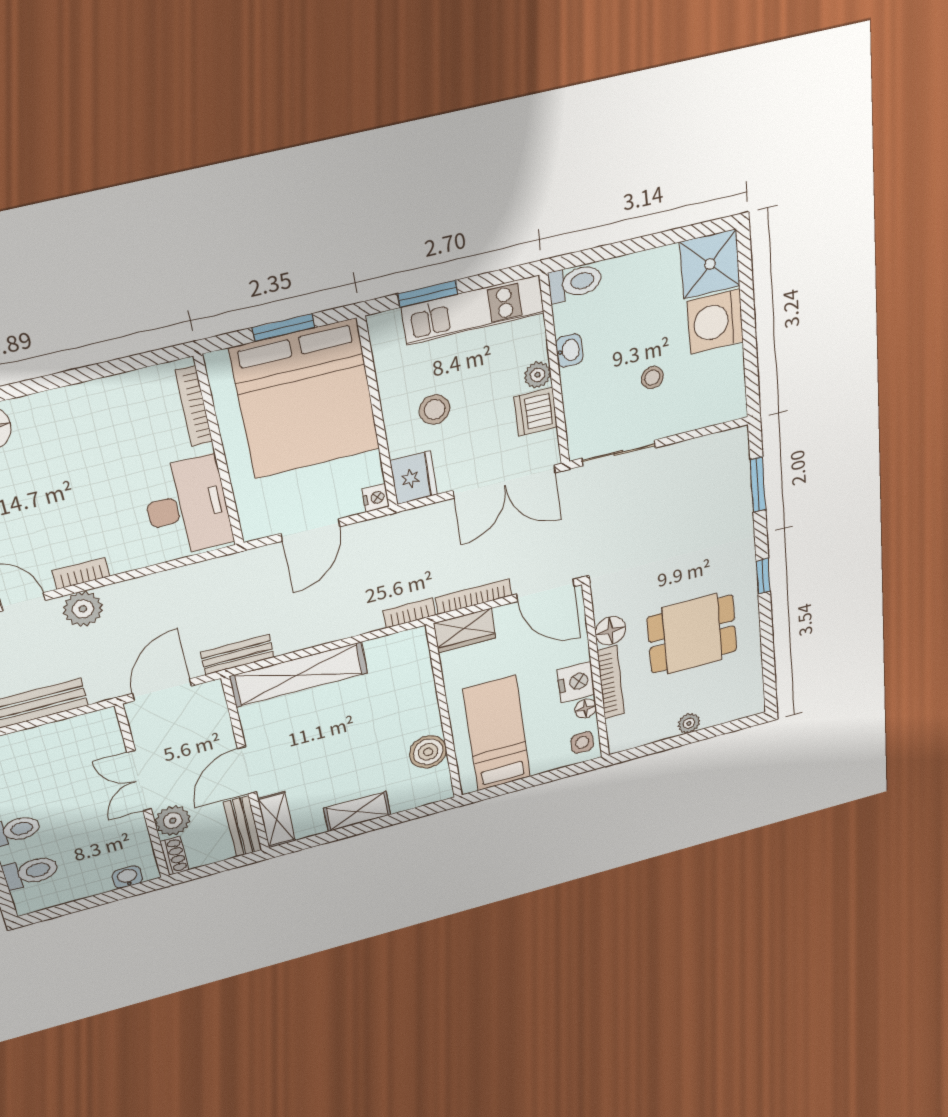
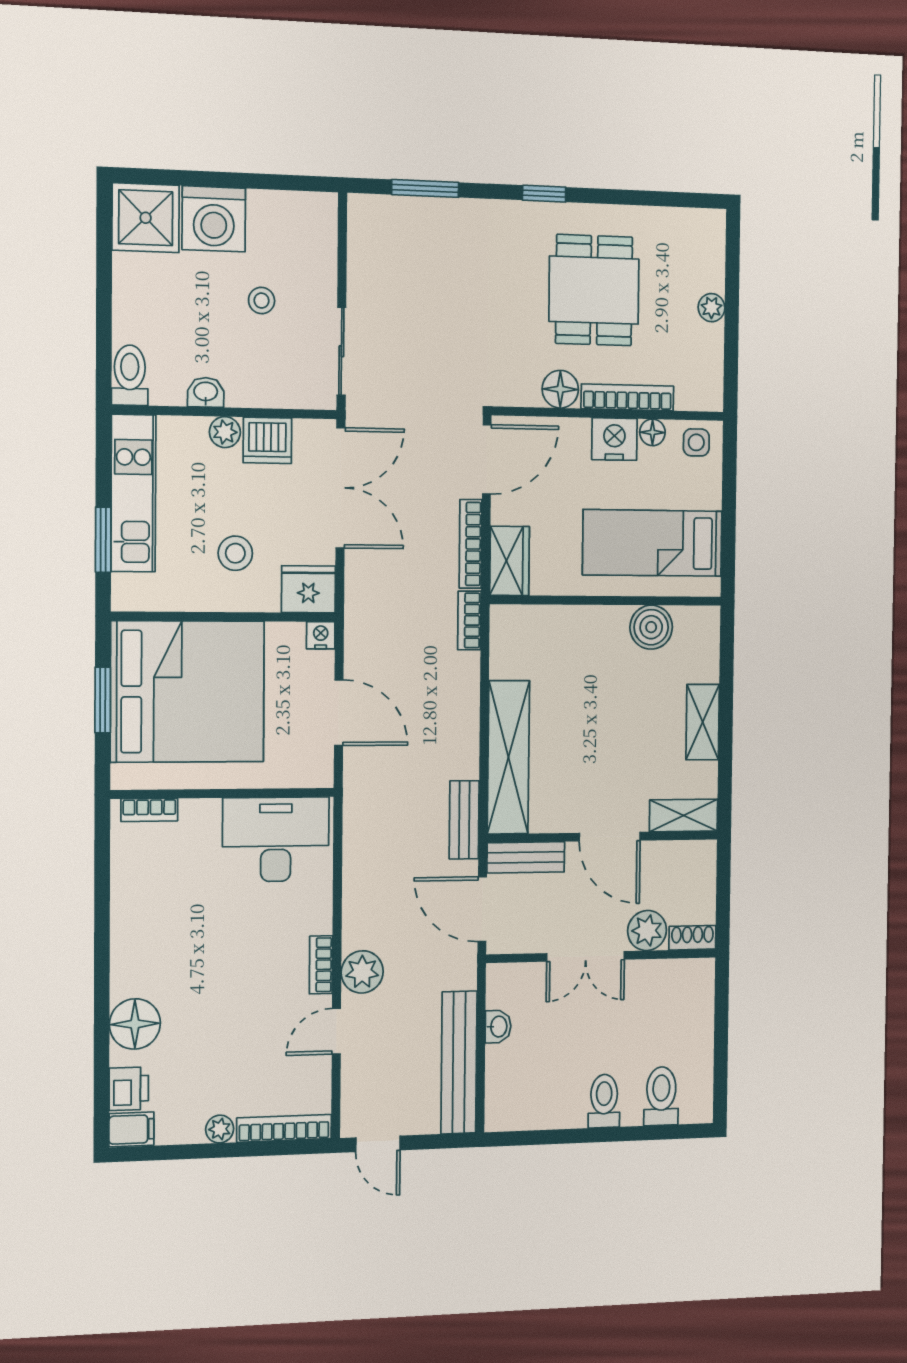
bookcase: (194, 406) -> (149, 810), width x0.64
bench: (243, 826) -> (526, 857), moved
washbasin: (127, 877) -> (498, 1027), moved, turned 180

